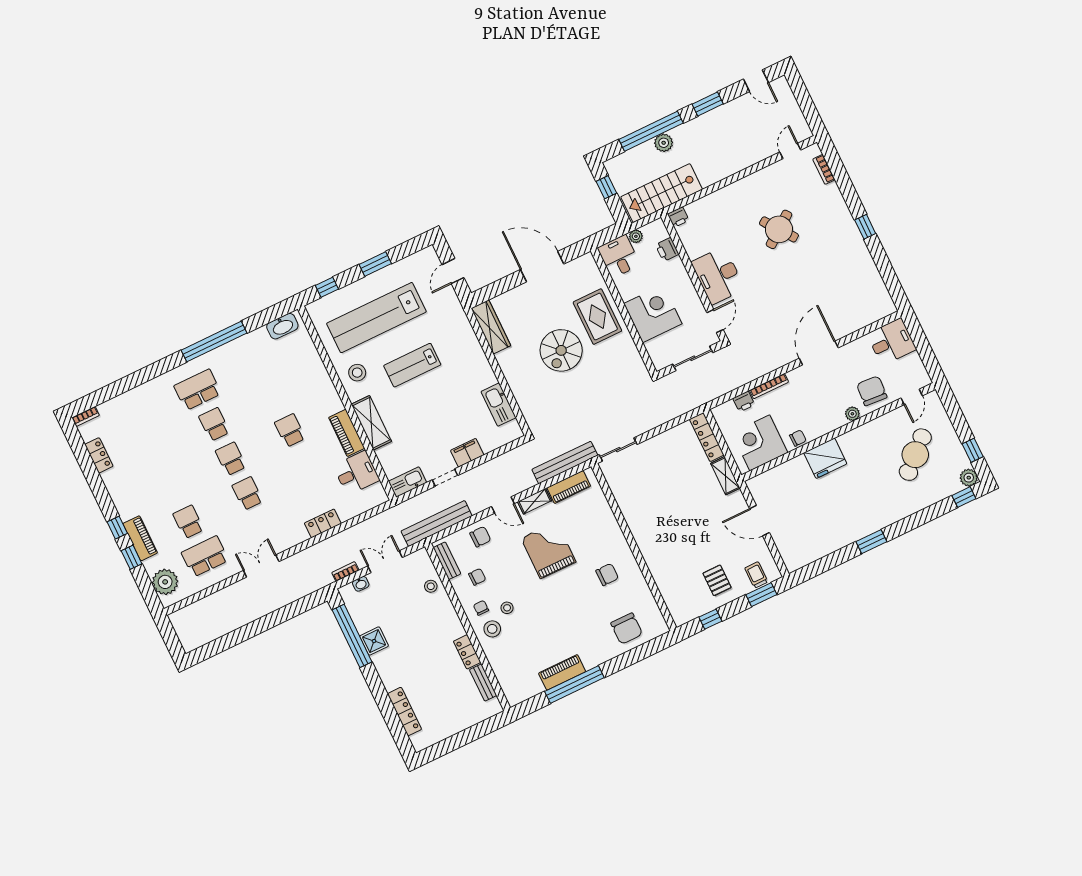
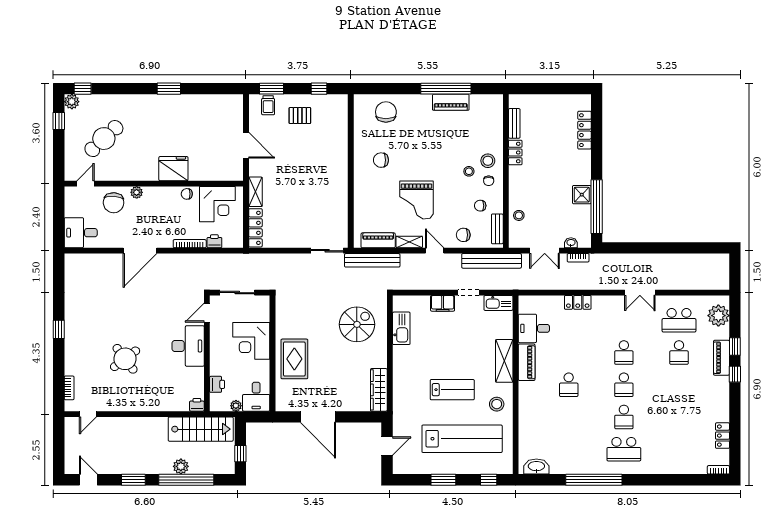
spiral stairs: (561, 350) -> (357, 324), moved
pallet: (717, 580) -> (300, 116), turned 90

